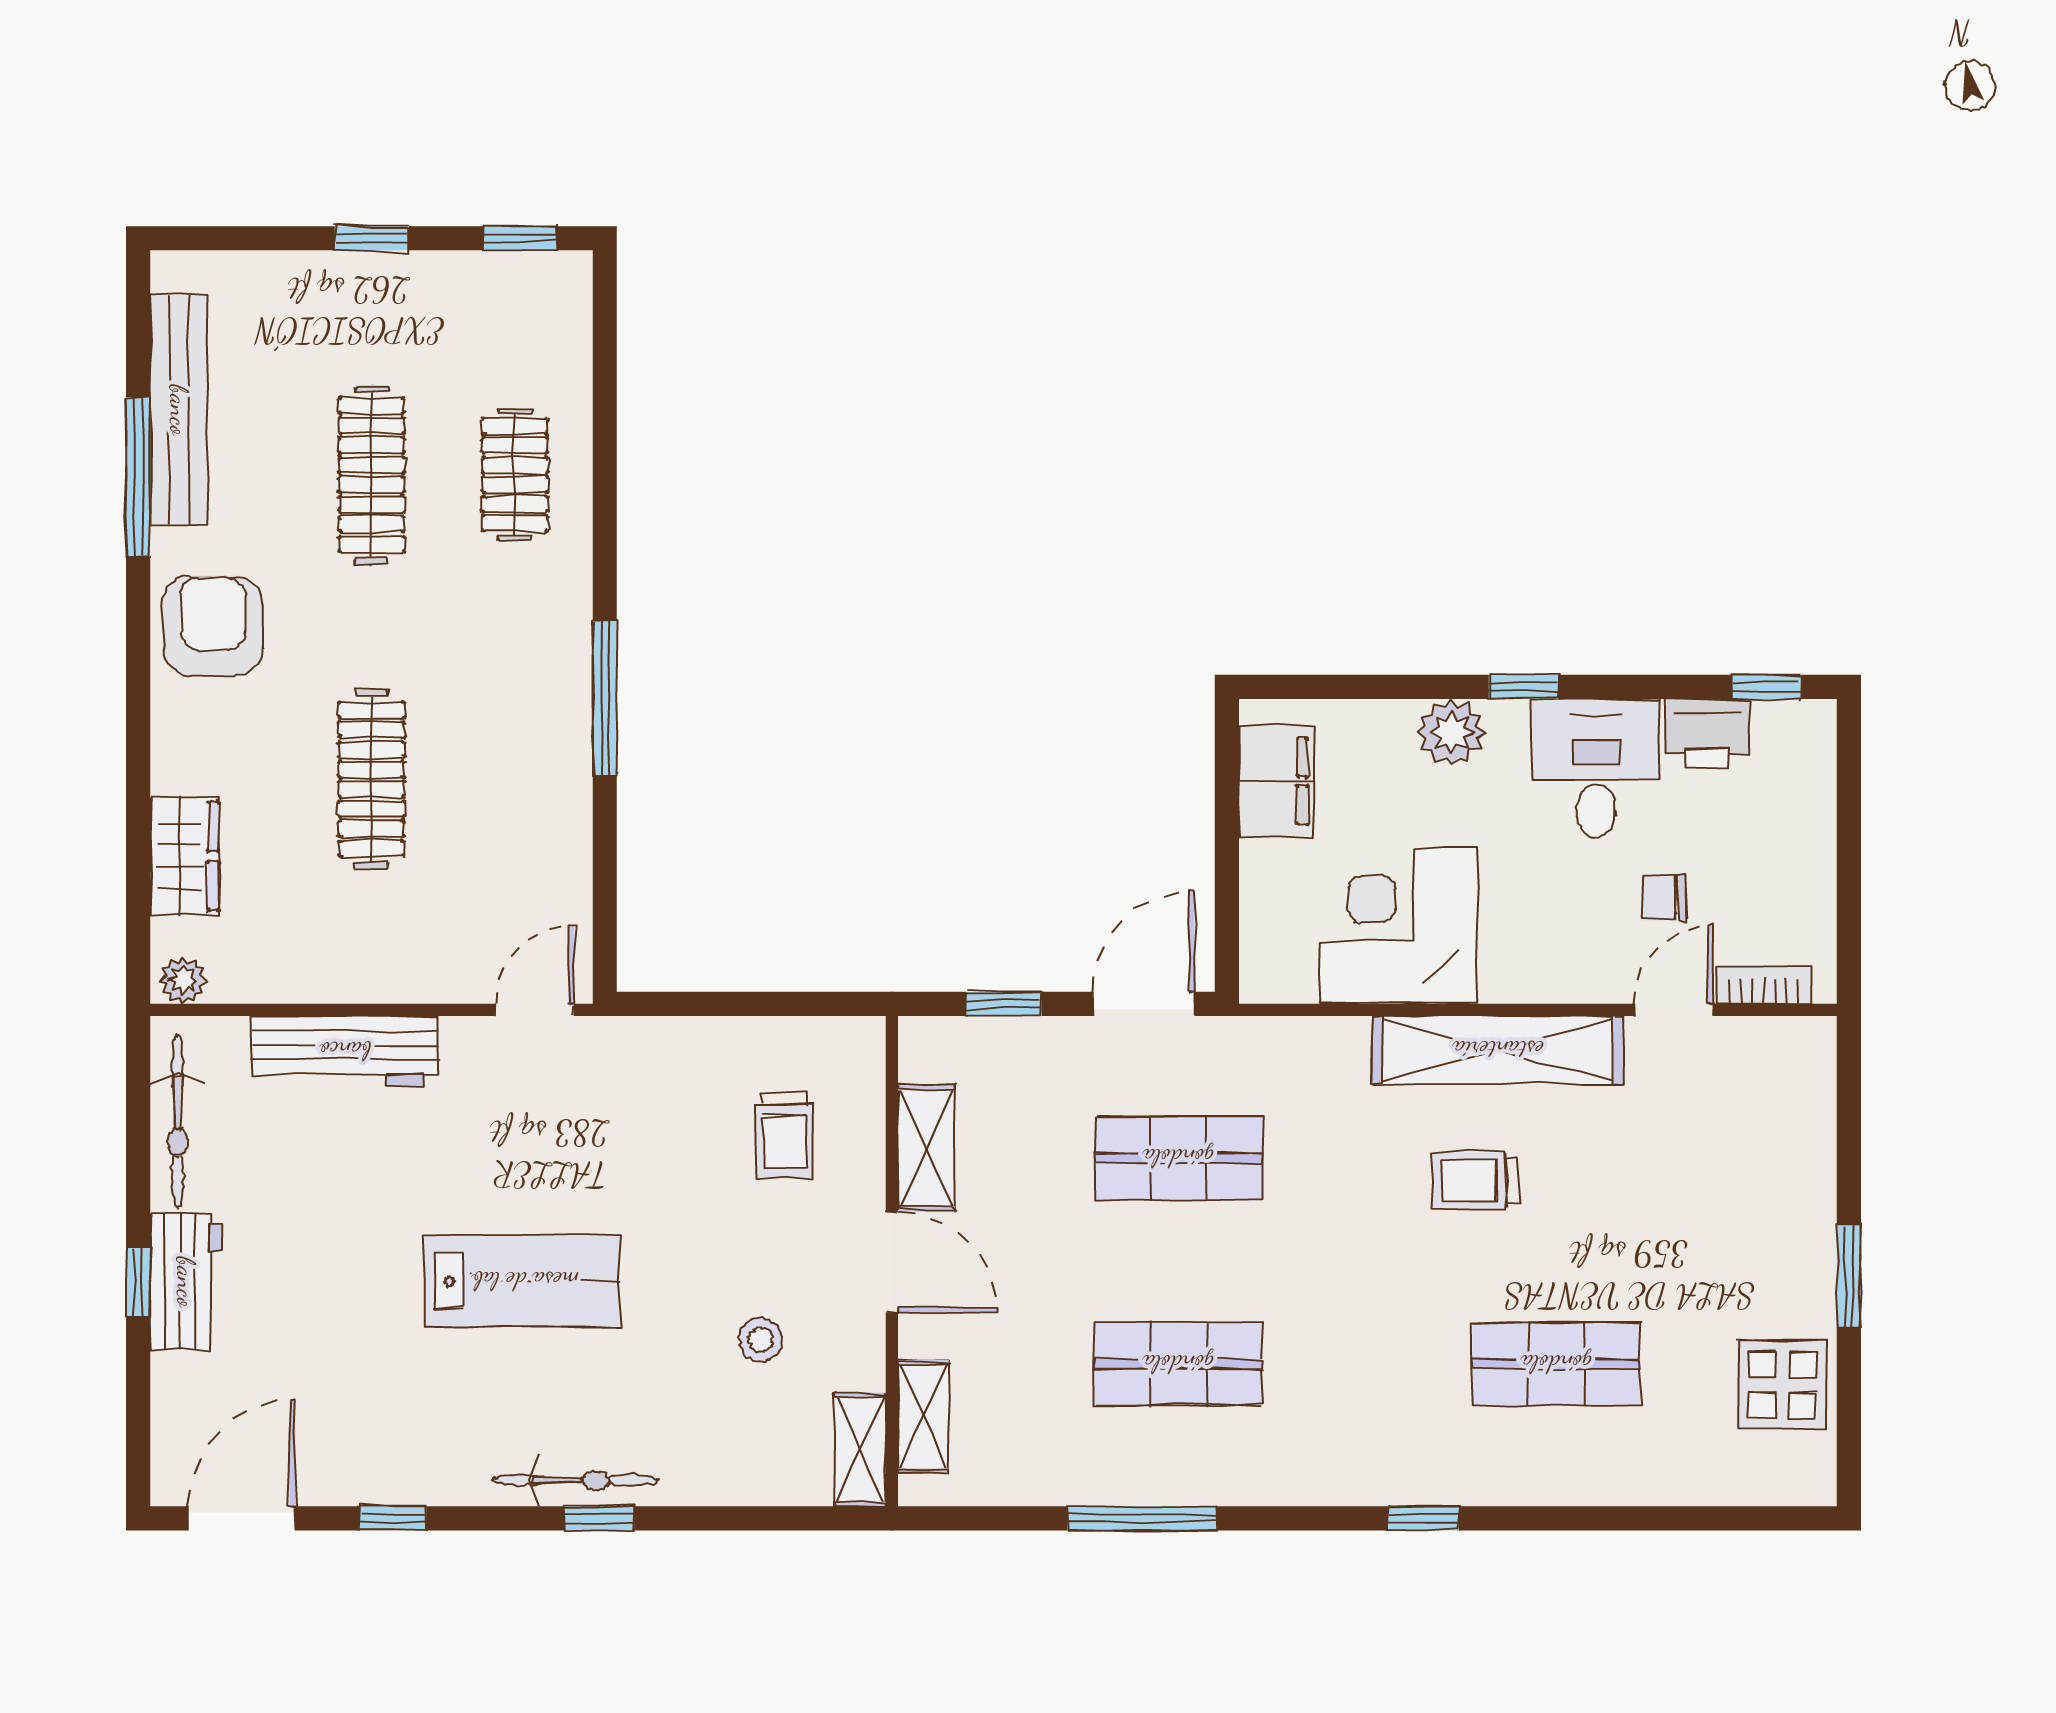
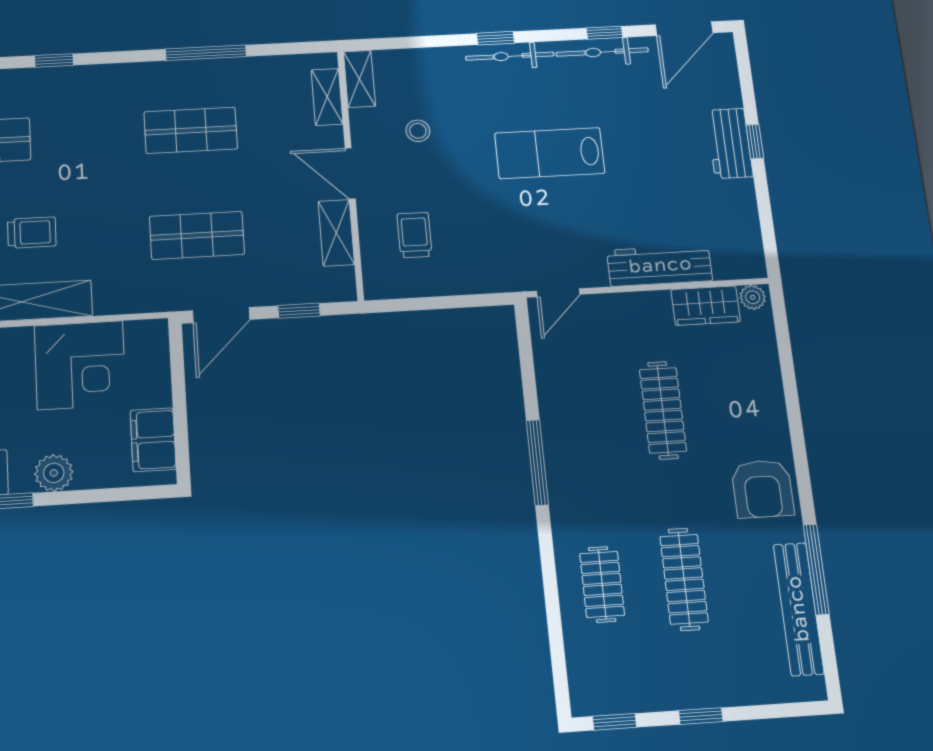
wardrobe: (185, 856) -> (706, 306), moved, turned -90
bicycle: (178, 1121) -> (602, 52), moved, turned -90

